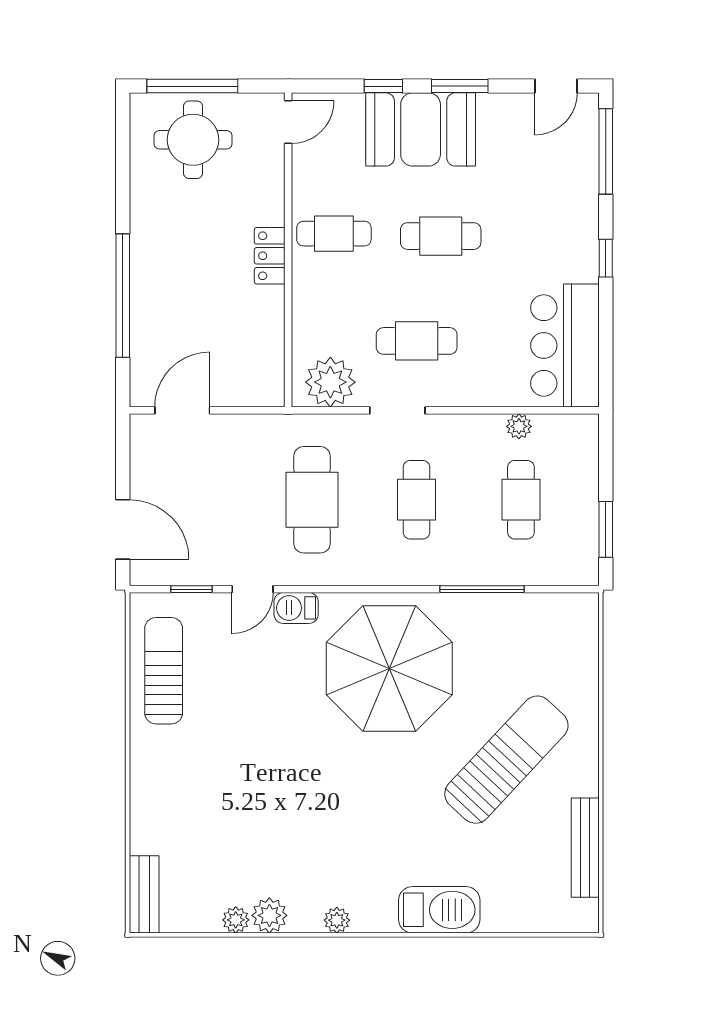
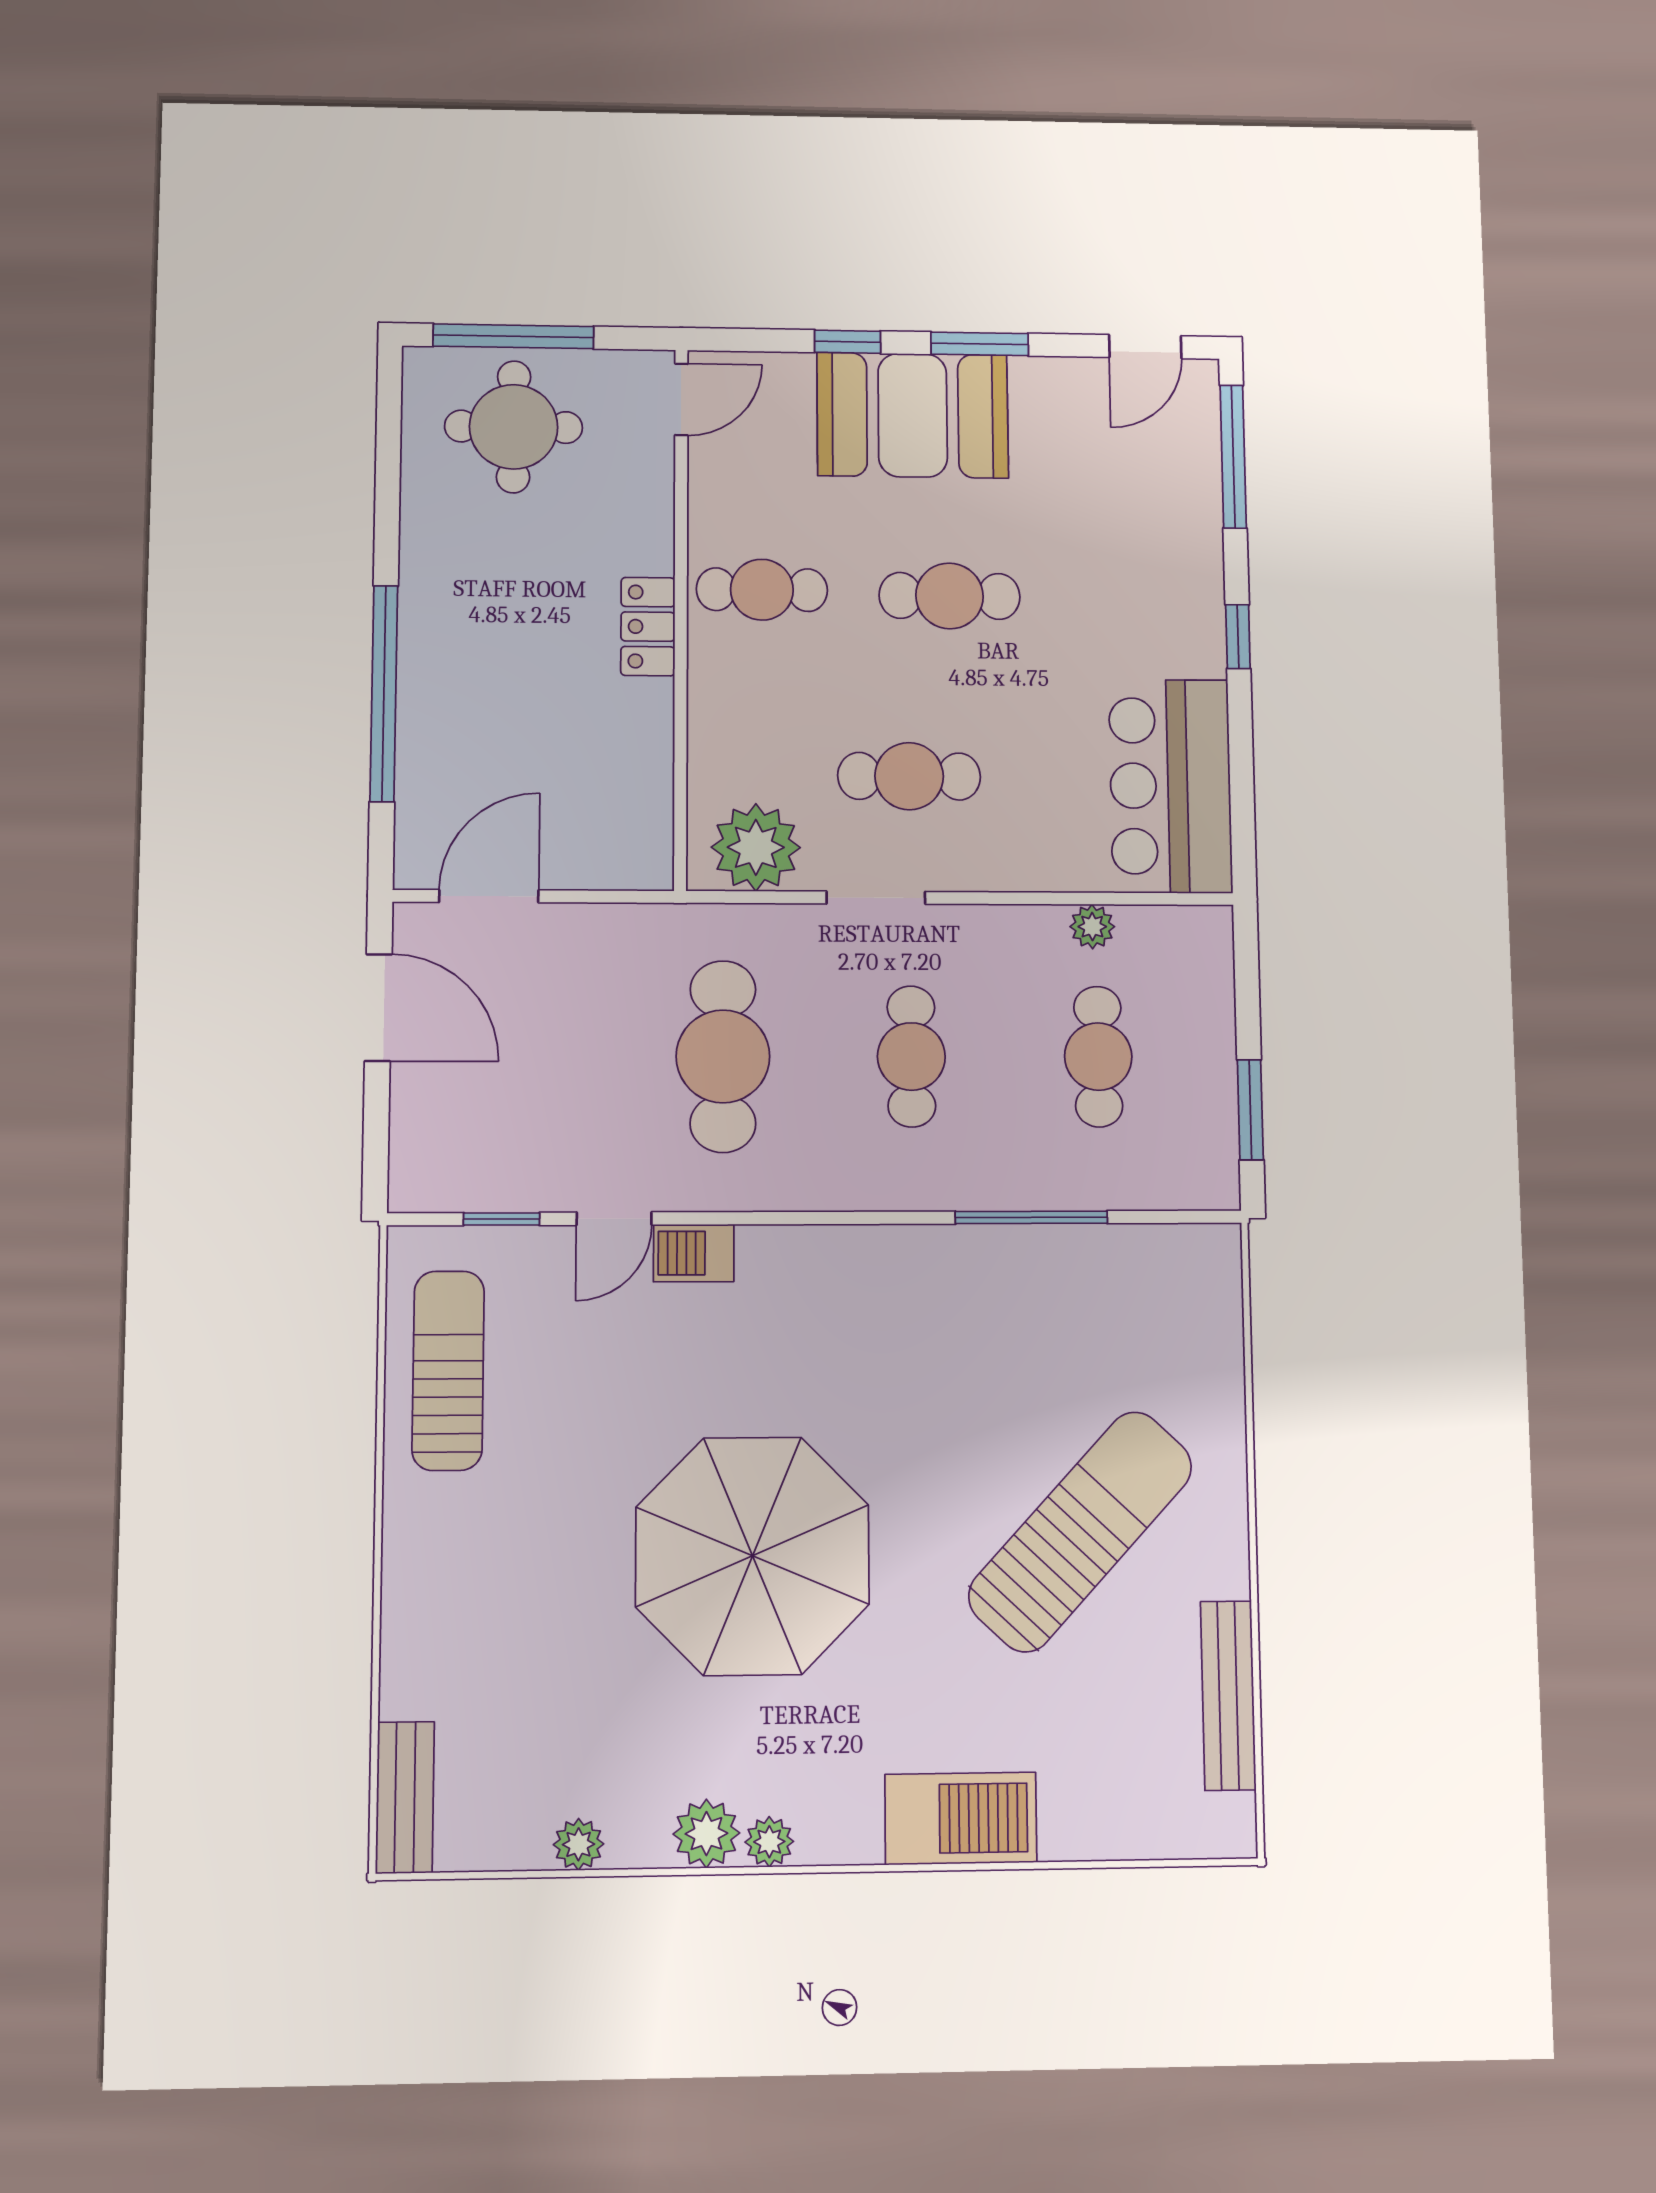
door: (123, 529) -> (378, 1008), moved
parasol: (389, 668) -> (753, 1556), moved
plant: (269, 915) -> (706, 1834), moved

